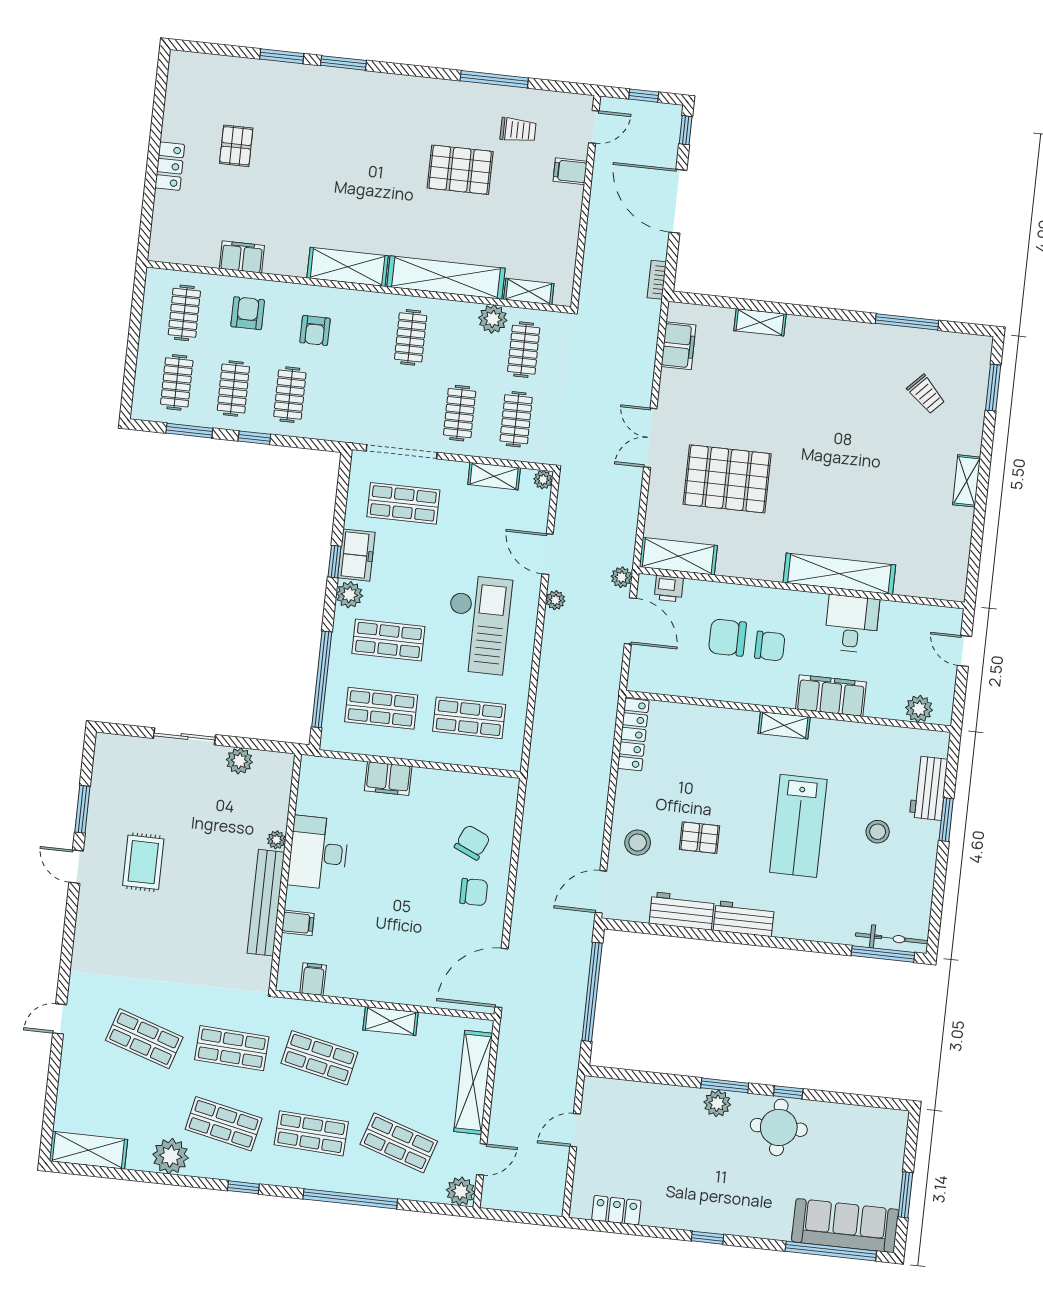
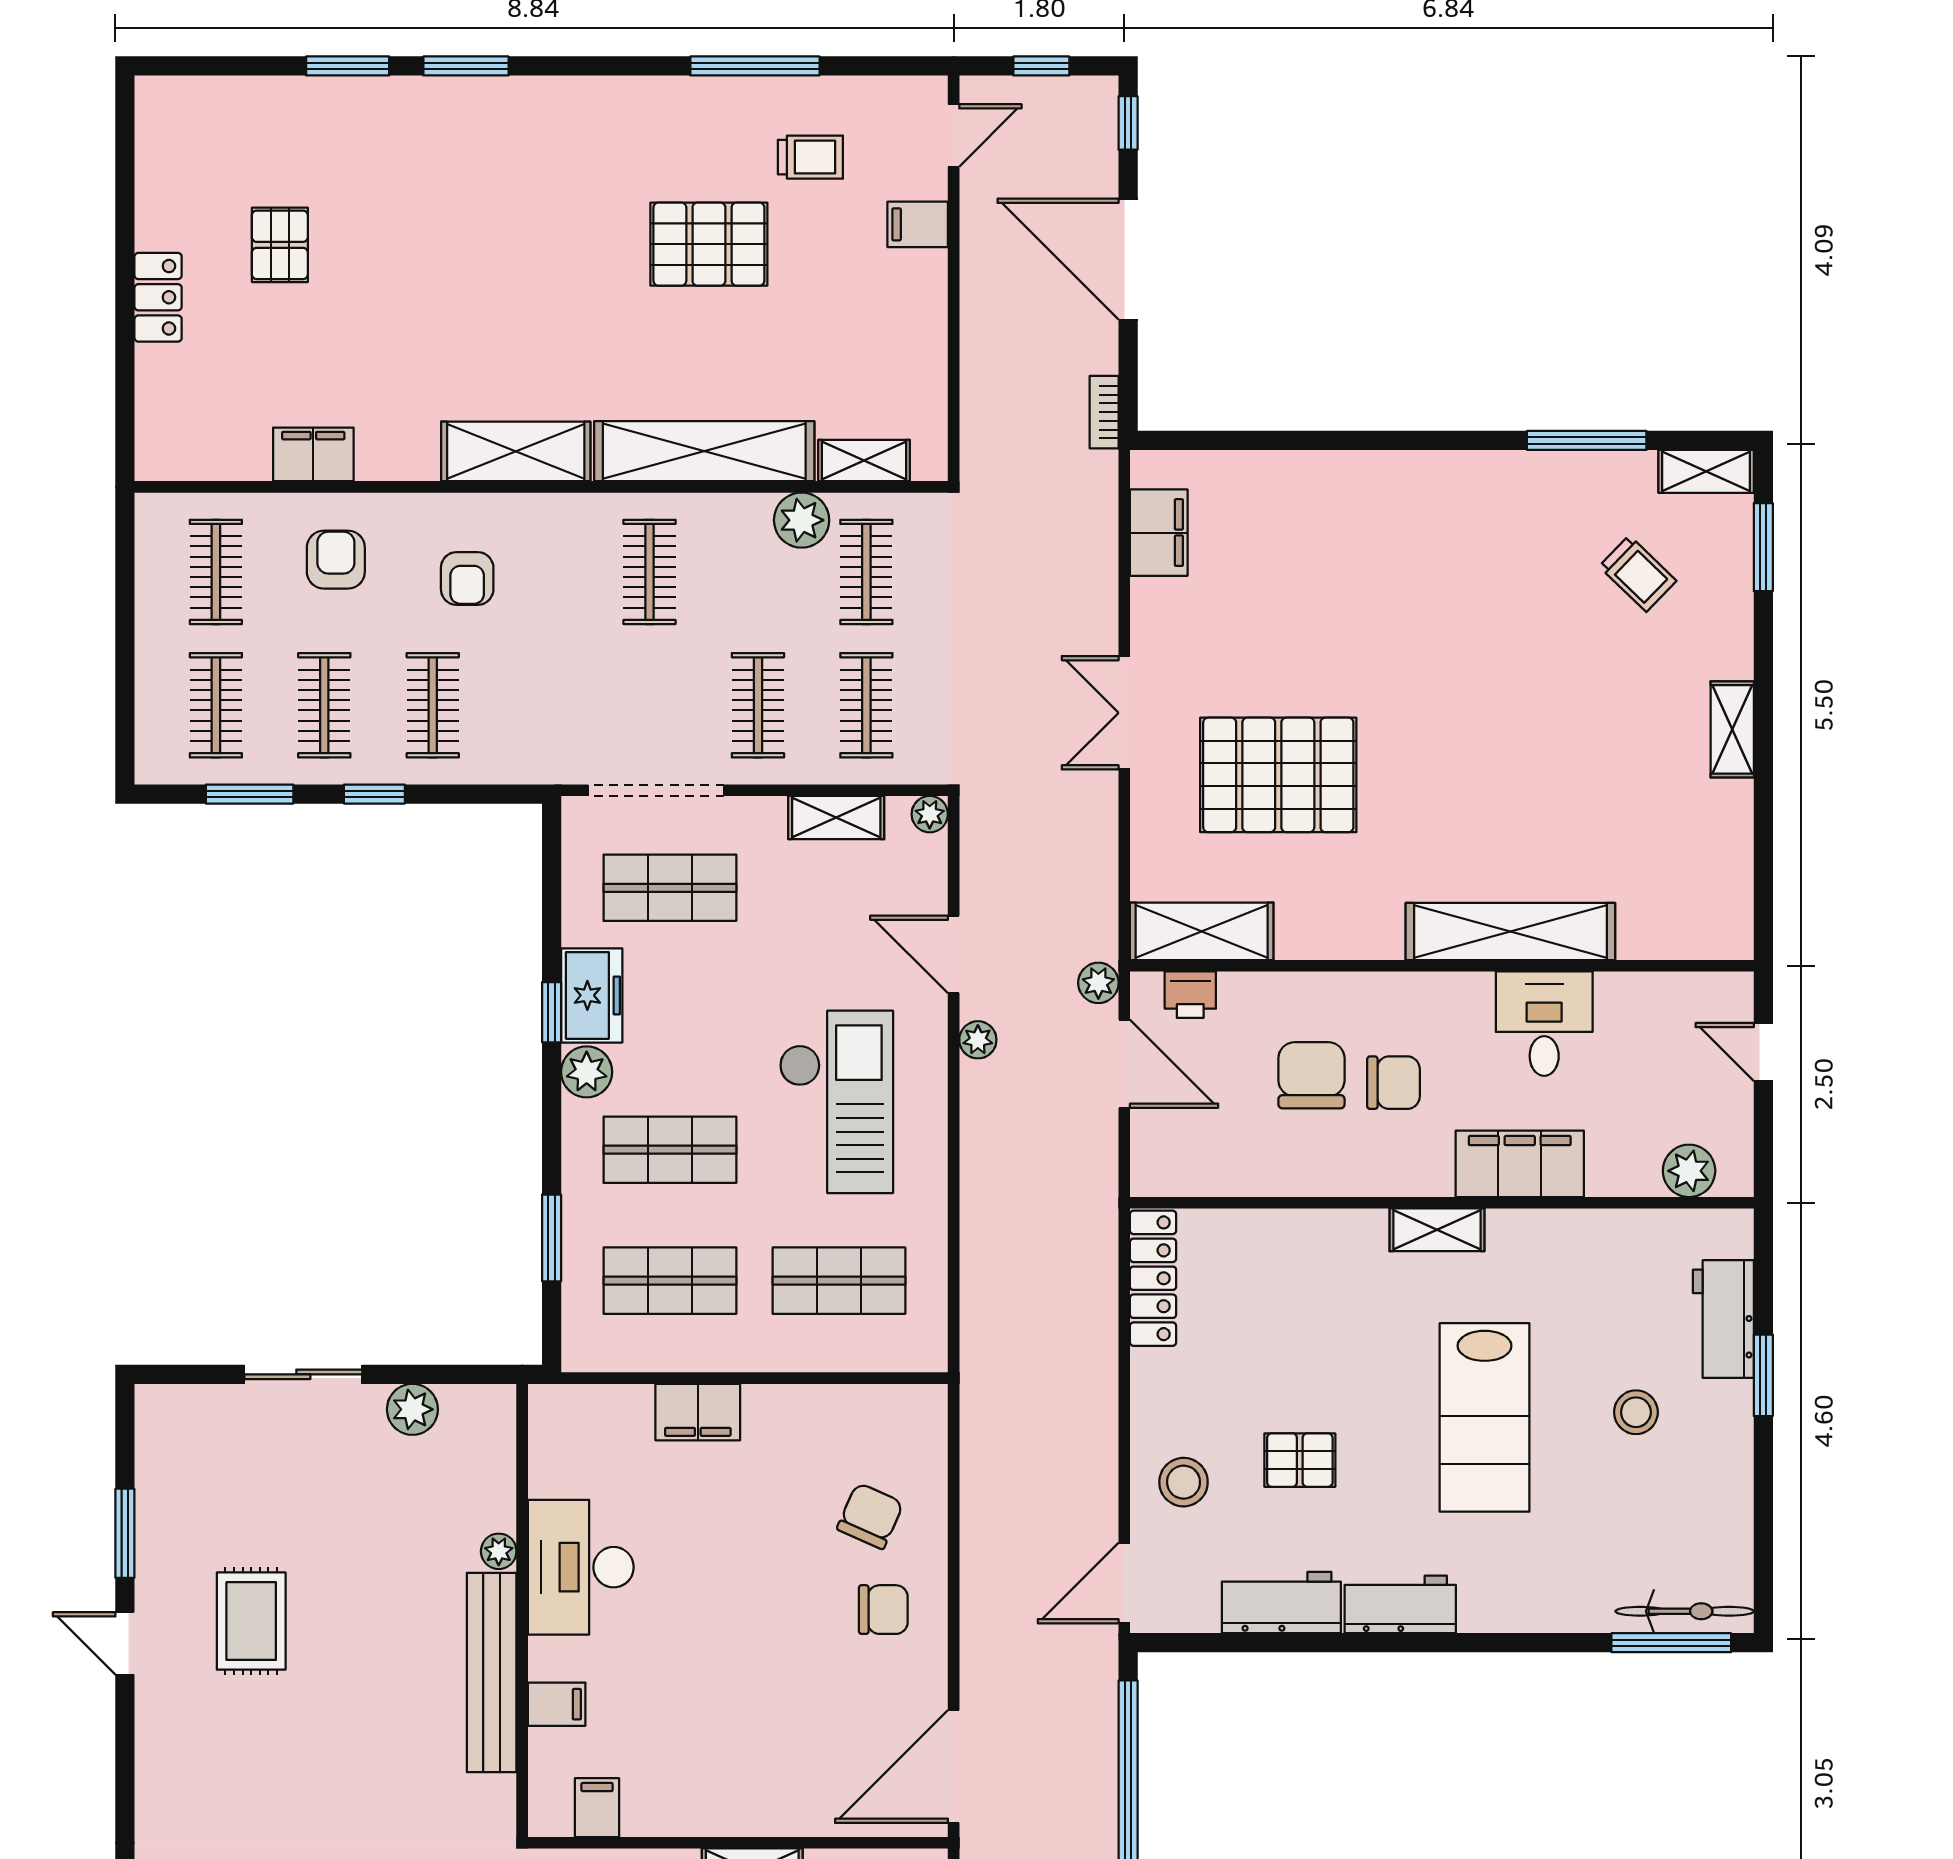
shelving: (760, 322) -> (1706, 471), moved
chair: (727, 638) -> (1311, 1075), turned 90
window: (322, 679) -> (552, 1238), width x0.47

